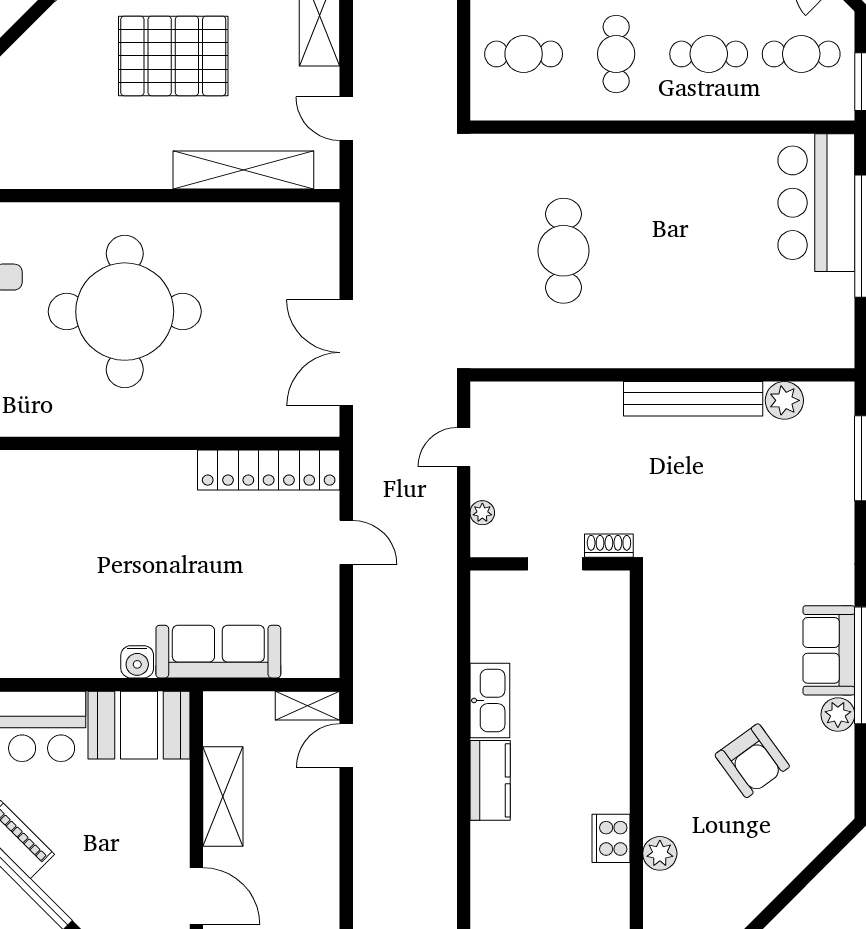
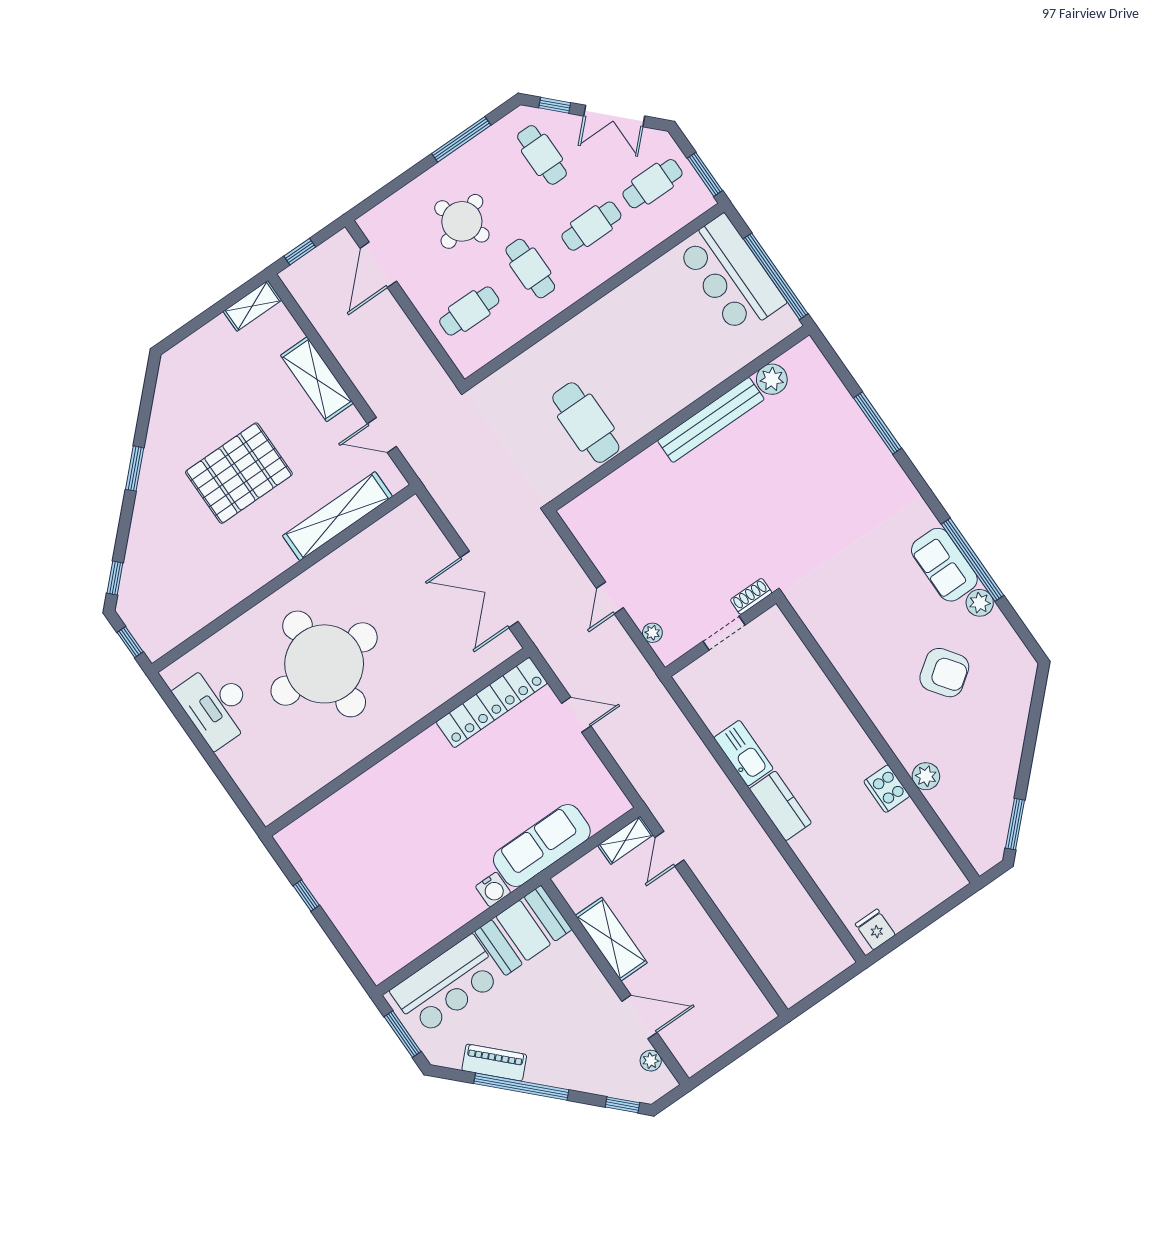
wall: (662, 375) -> (680, 418), moved
bench: (693, 399) -> (711, 420), moved
plant: (784, 400) -> (772, 379), moved

